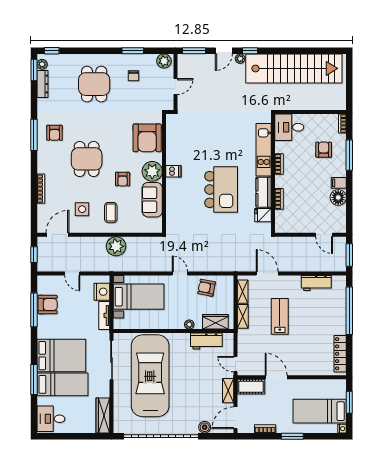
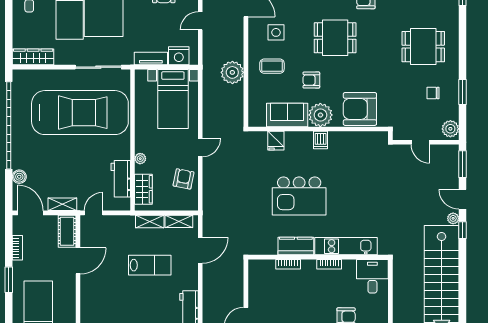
fridge: (263, 215) -> (276, 141), moved, turned 180

